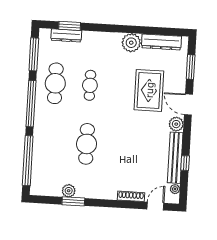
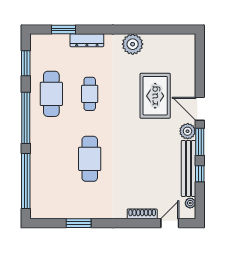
dresser: (66, 35) -> (87, 40), moved
dresser: (161, 42) -> (166, 41), removed
window: (34, 54) -> (26, 63), width x0.69
window: (191, 67) -> (200, 142), moved
plant: (69, 191) -> (73, 212), removed

